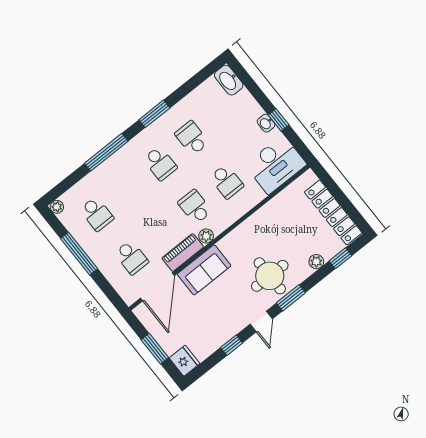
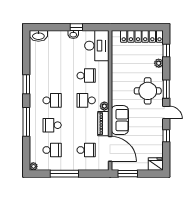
school desk: (192, 138) -> (52, 125), moved
window: (155, 349) -> (128, 174), moved

